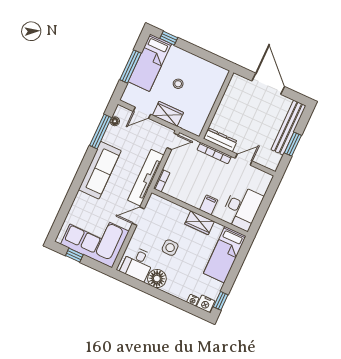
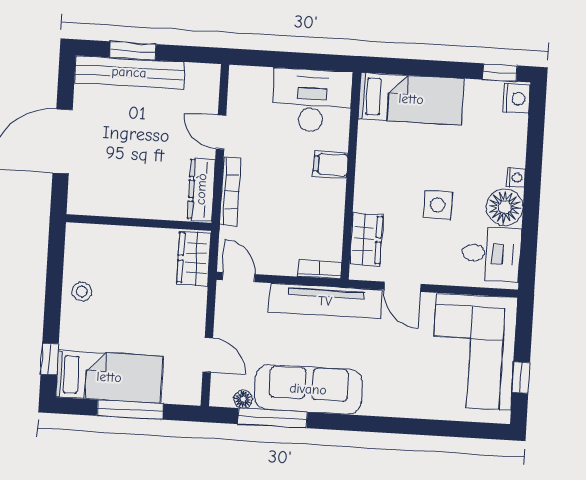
stool: (178, 84) -> (82, 292), moved
wardrobe: (168, 114) -> (194, 258), moved
window: (293, 144) -> (133, 51), moved
sofa: (100, 170) -> (308, 389), moved
wardrobe: (200, 223) -> (366, 239), moved
nightstand: (193, 300) -> (516, 178), moved

